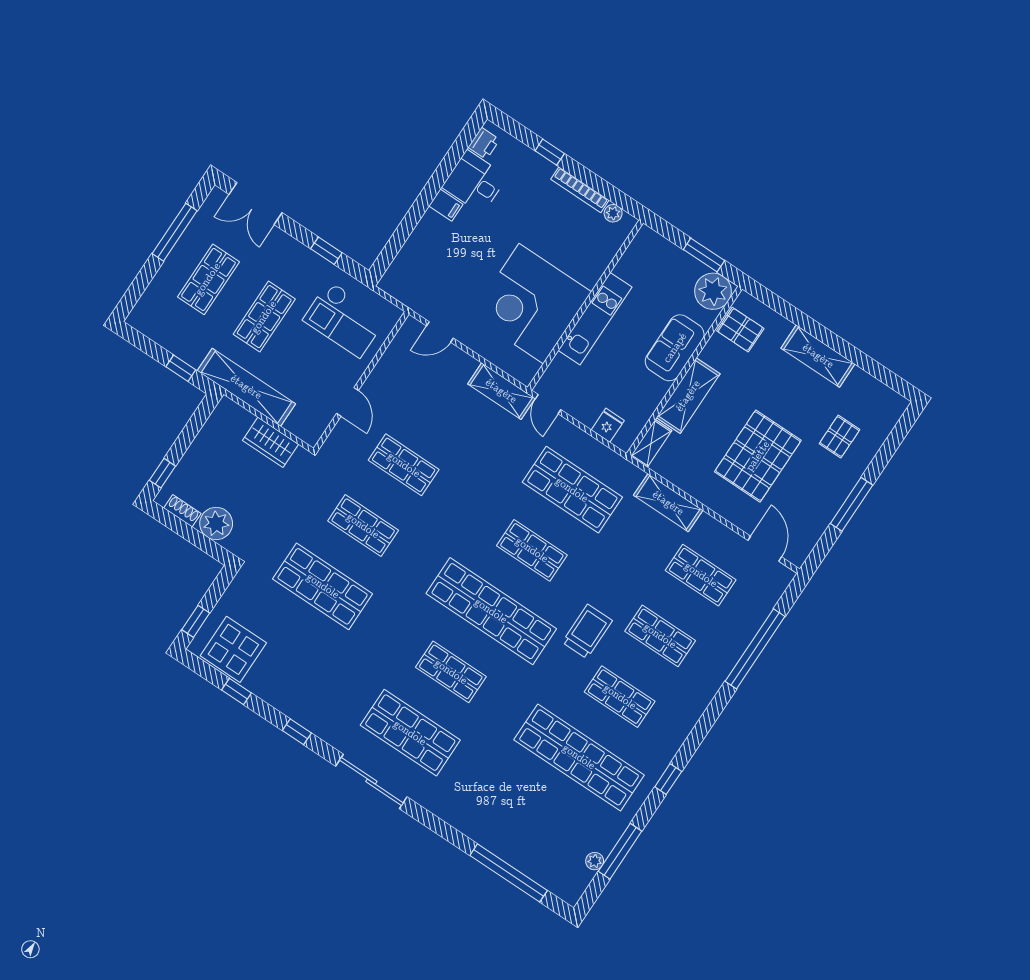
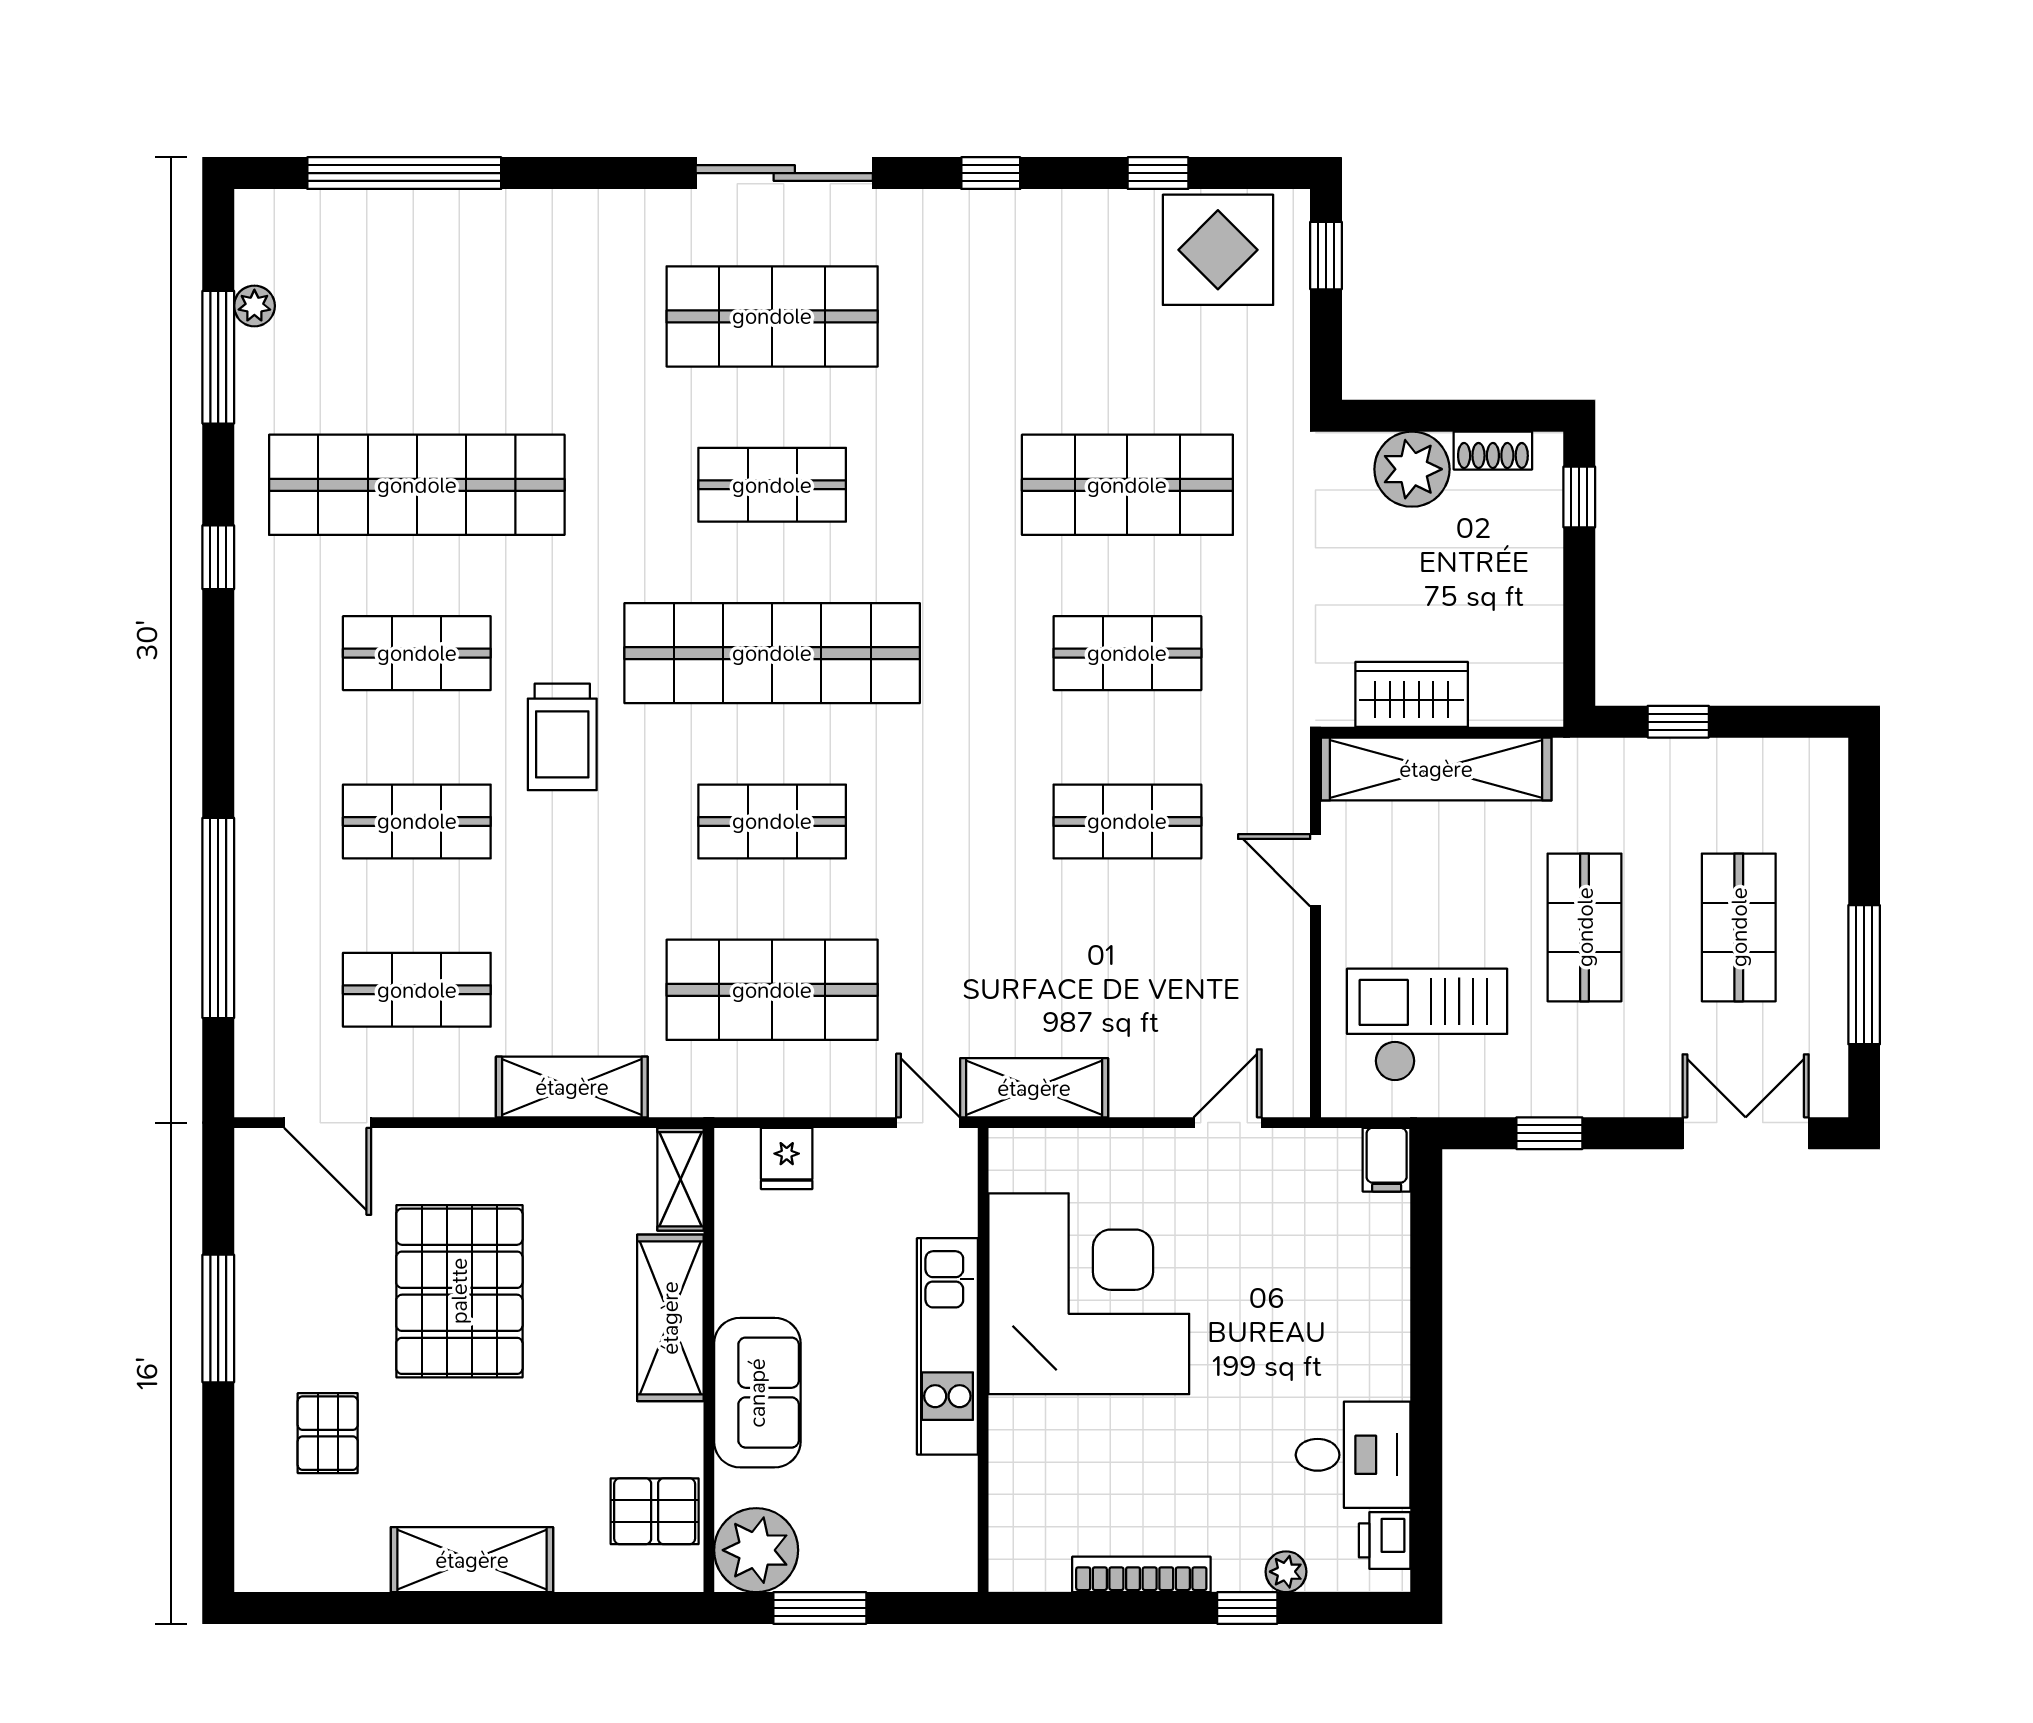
filing cabinet: (446, 205) -> (1387, 1160), moved, turned -90
plant: (613, 213) -> (1286, 1572), moved
shelving: (246, 387) -> (1436, 769), moved

